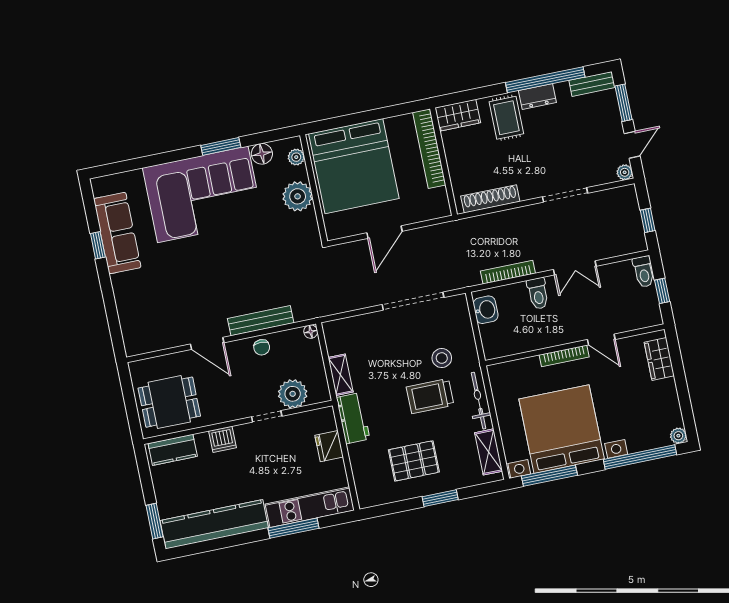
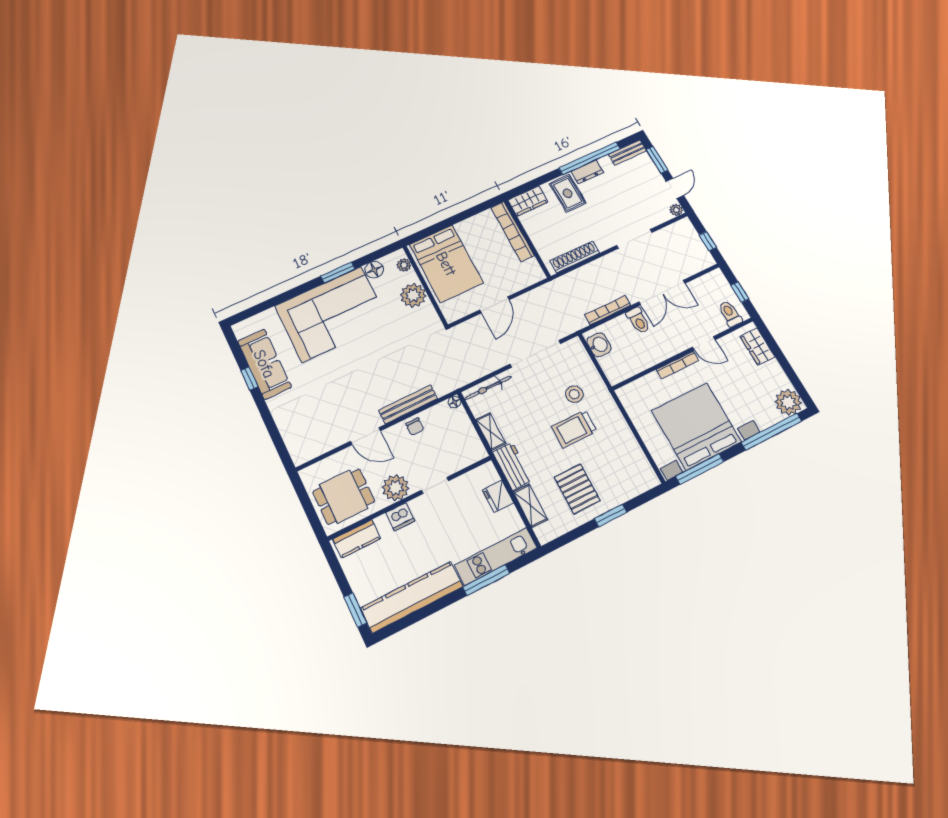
bed: (354, 166) -> (446, 264), width x0.73
double door: (575, 268) -> (662, 293), width x1.37
toilet: (644, 272) -> (730, 314), moved, turned 180
plant: (293, 394) -> (396, 488), moved
bicycle: (479, 401) -> (488, 388), moved, turned -90
plant: (678, 436) -> (788, 402), width x1.87, depth x1.87
shelving: (489, 452) -> (530, 506), moved
pallet: (414, 461) -> (577, 489), turned 90

